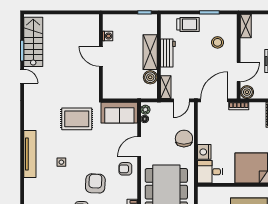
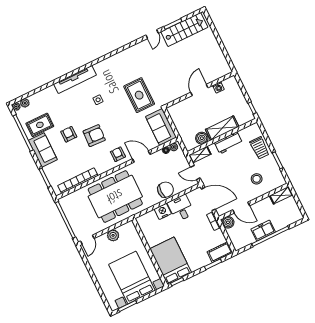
tv unit: (30, 154) -> (75, 80), moved
desk: (210, 172) -> (181, 208), moved

